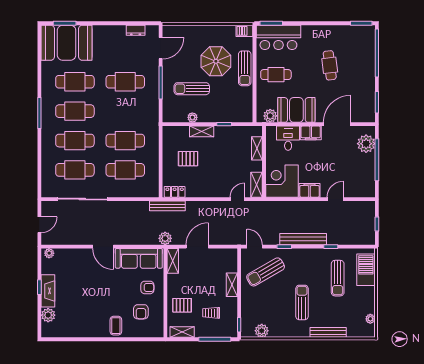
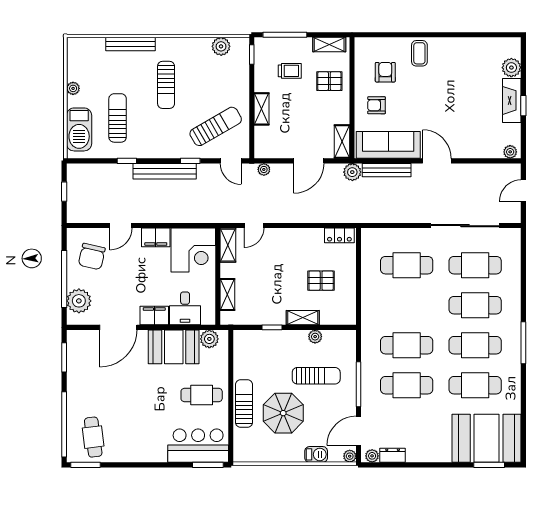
plant: (151, 30) -> (372, 456), added
plant: (167, 30) -> (350, 456), added
barbecue: (244, 31) -> (316, 454), moved
cafe table: (330, 65) -> (93, 437), moved
cafe table: (125, 141) -> (407, 345), moved
chair: (357, 176) -> (92, 257), added
bench: (167, 206) -> (387, 170), moved
plant: (230, 240) -> (264, 169), added
plant: (370, 319) -> (73, 88), moved

